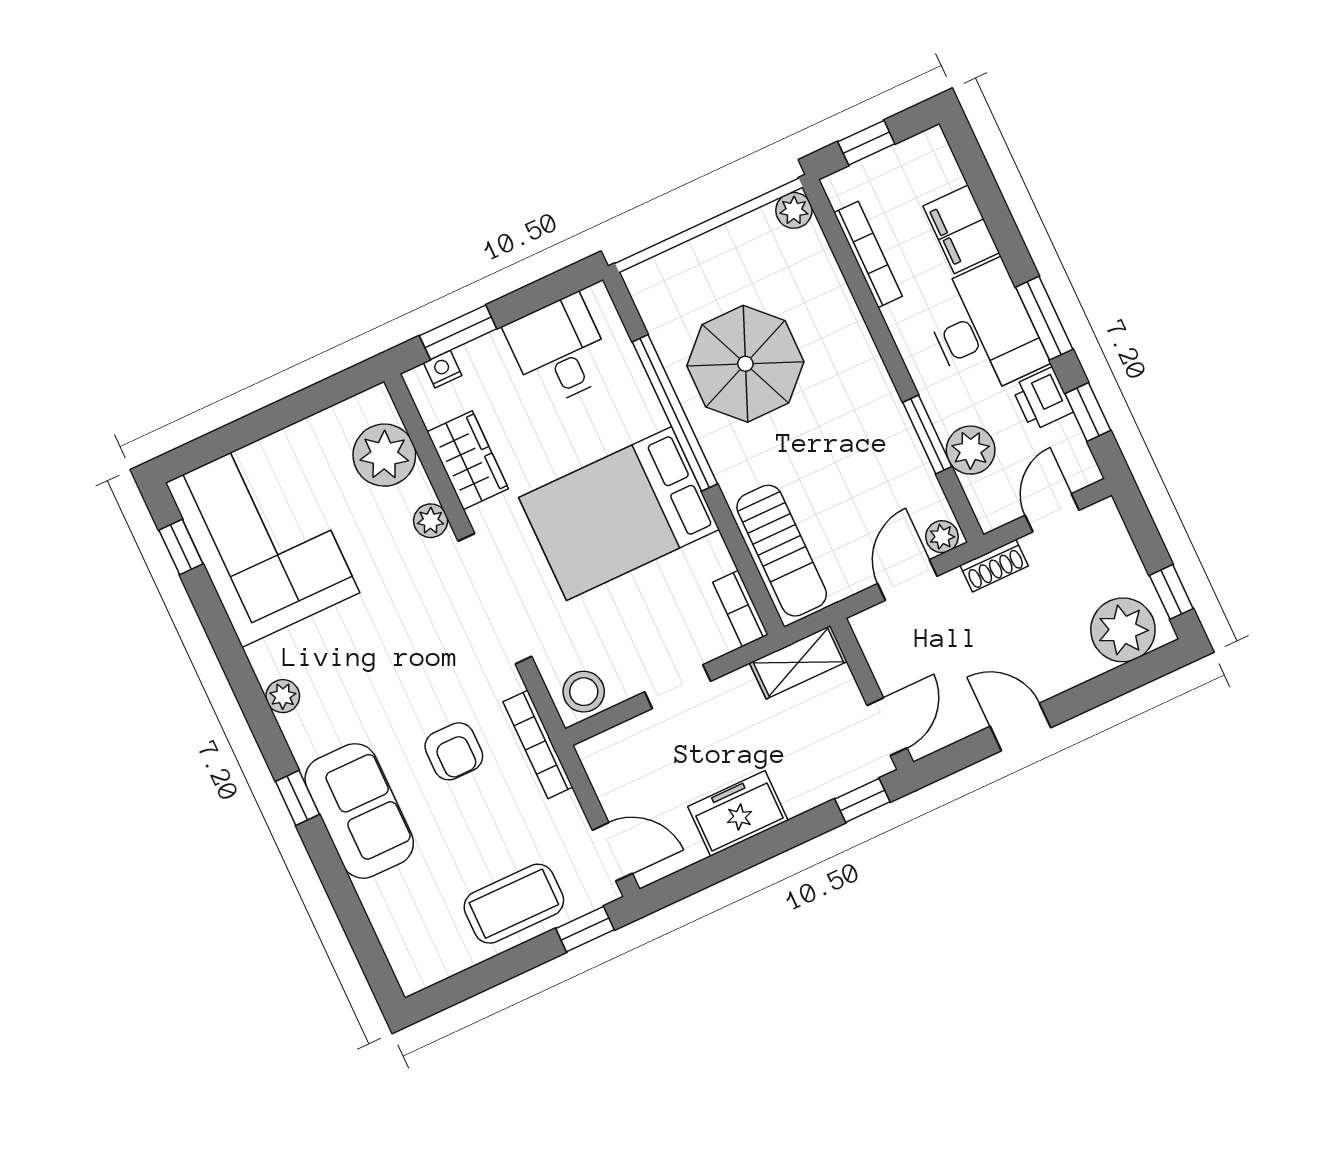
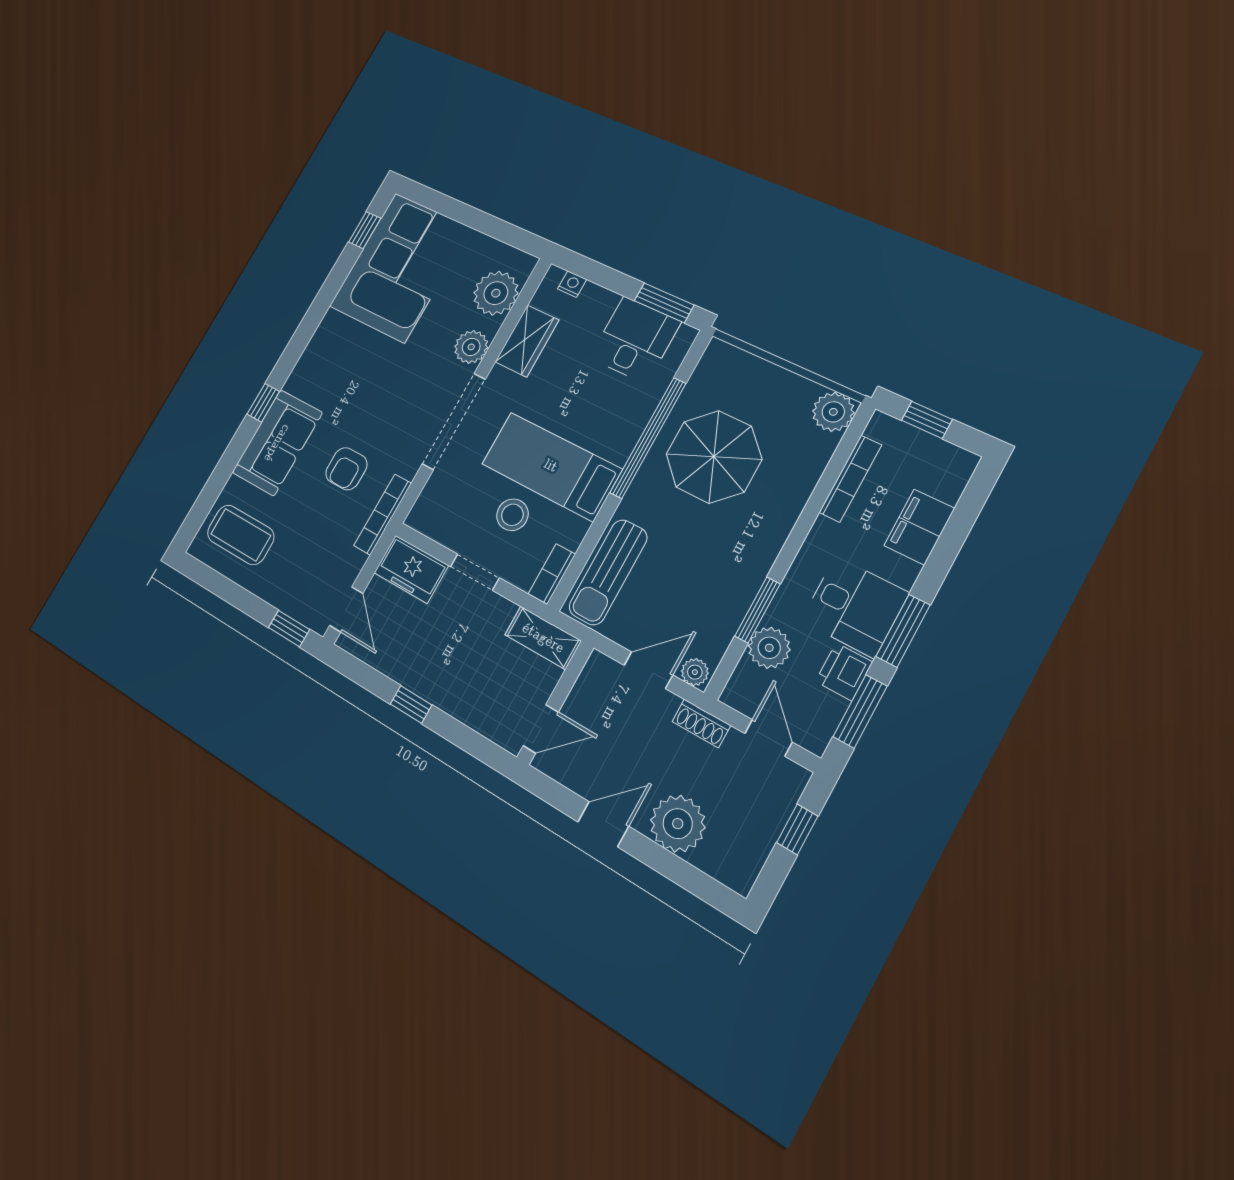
plant: (794, 210) -> (833, 412), width x1.38, depth x1.38
desk: (984, 329) -> (855, 607), width x0.73
window: (458, 332) -> (664, 303), moved
window: (1088, 412) -> (860, 711), width x1.50
door: (1052, 513) -> (768, 738), hinge flipped
bed: (619, 514) -> (551, 466), width x0.67
plant: (431, 521) -> (471, 347), width x1.38, depth x1.38
window: (1171, 592) -> (797, 829), moved
plant: (1123, 630) -> (678, 824), moved
stool: (584, 692) -> (512, 515), moved
plant: (283, 696) -> (316, 349), removed
door: (1020, 727) -> (603, 824), hinge flipped
window: (862, 800) -> (411, 704), moved
freezer: (738, 813) -> (411, 569), moved, turned 180
coffee table: (514, 904) -> (241, 535), moved

